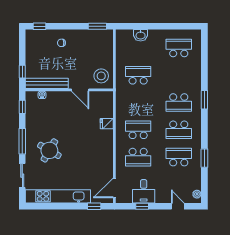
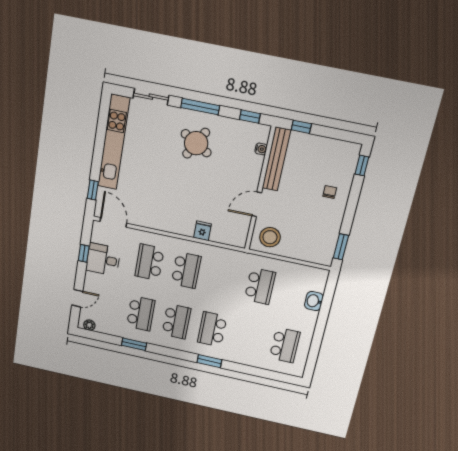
school desk: (179, 130) -> (176, 321), turned 180
round table: (49, 150) -> (196, 143), moved

